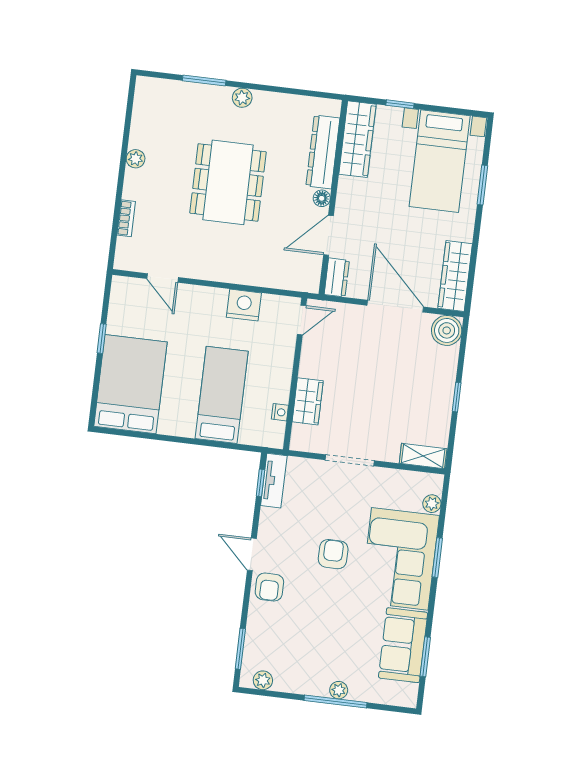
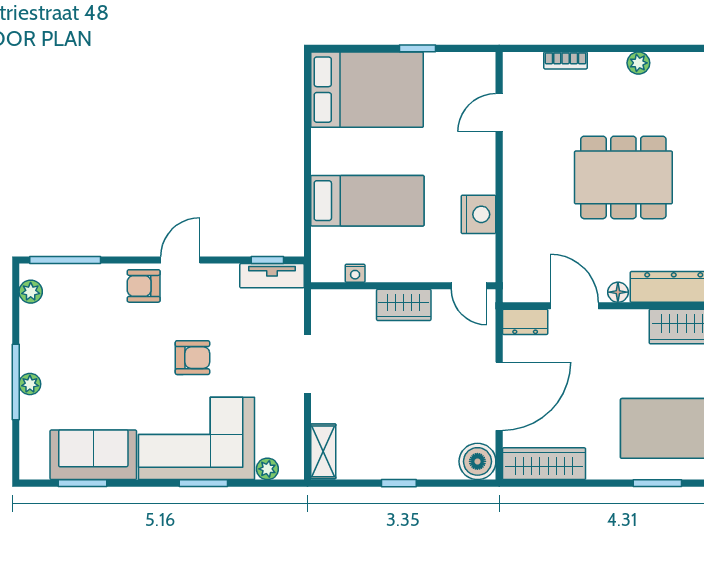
wardrobe: (308, 401) -> (404, 305), moved
window: (240, 649) -> (65, 260), width x1.44

